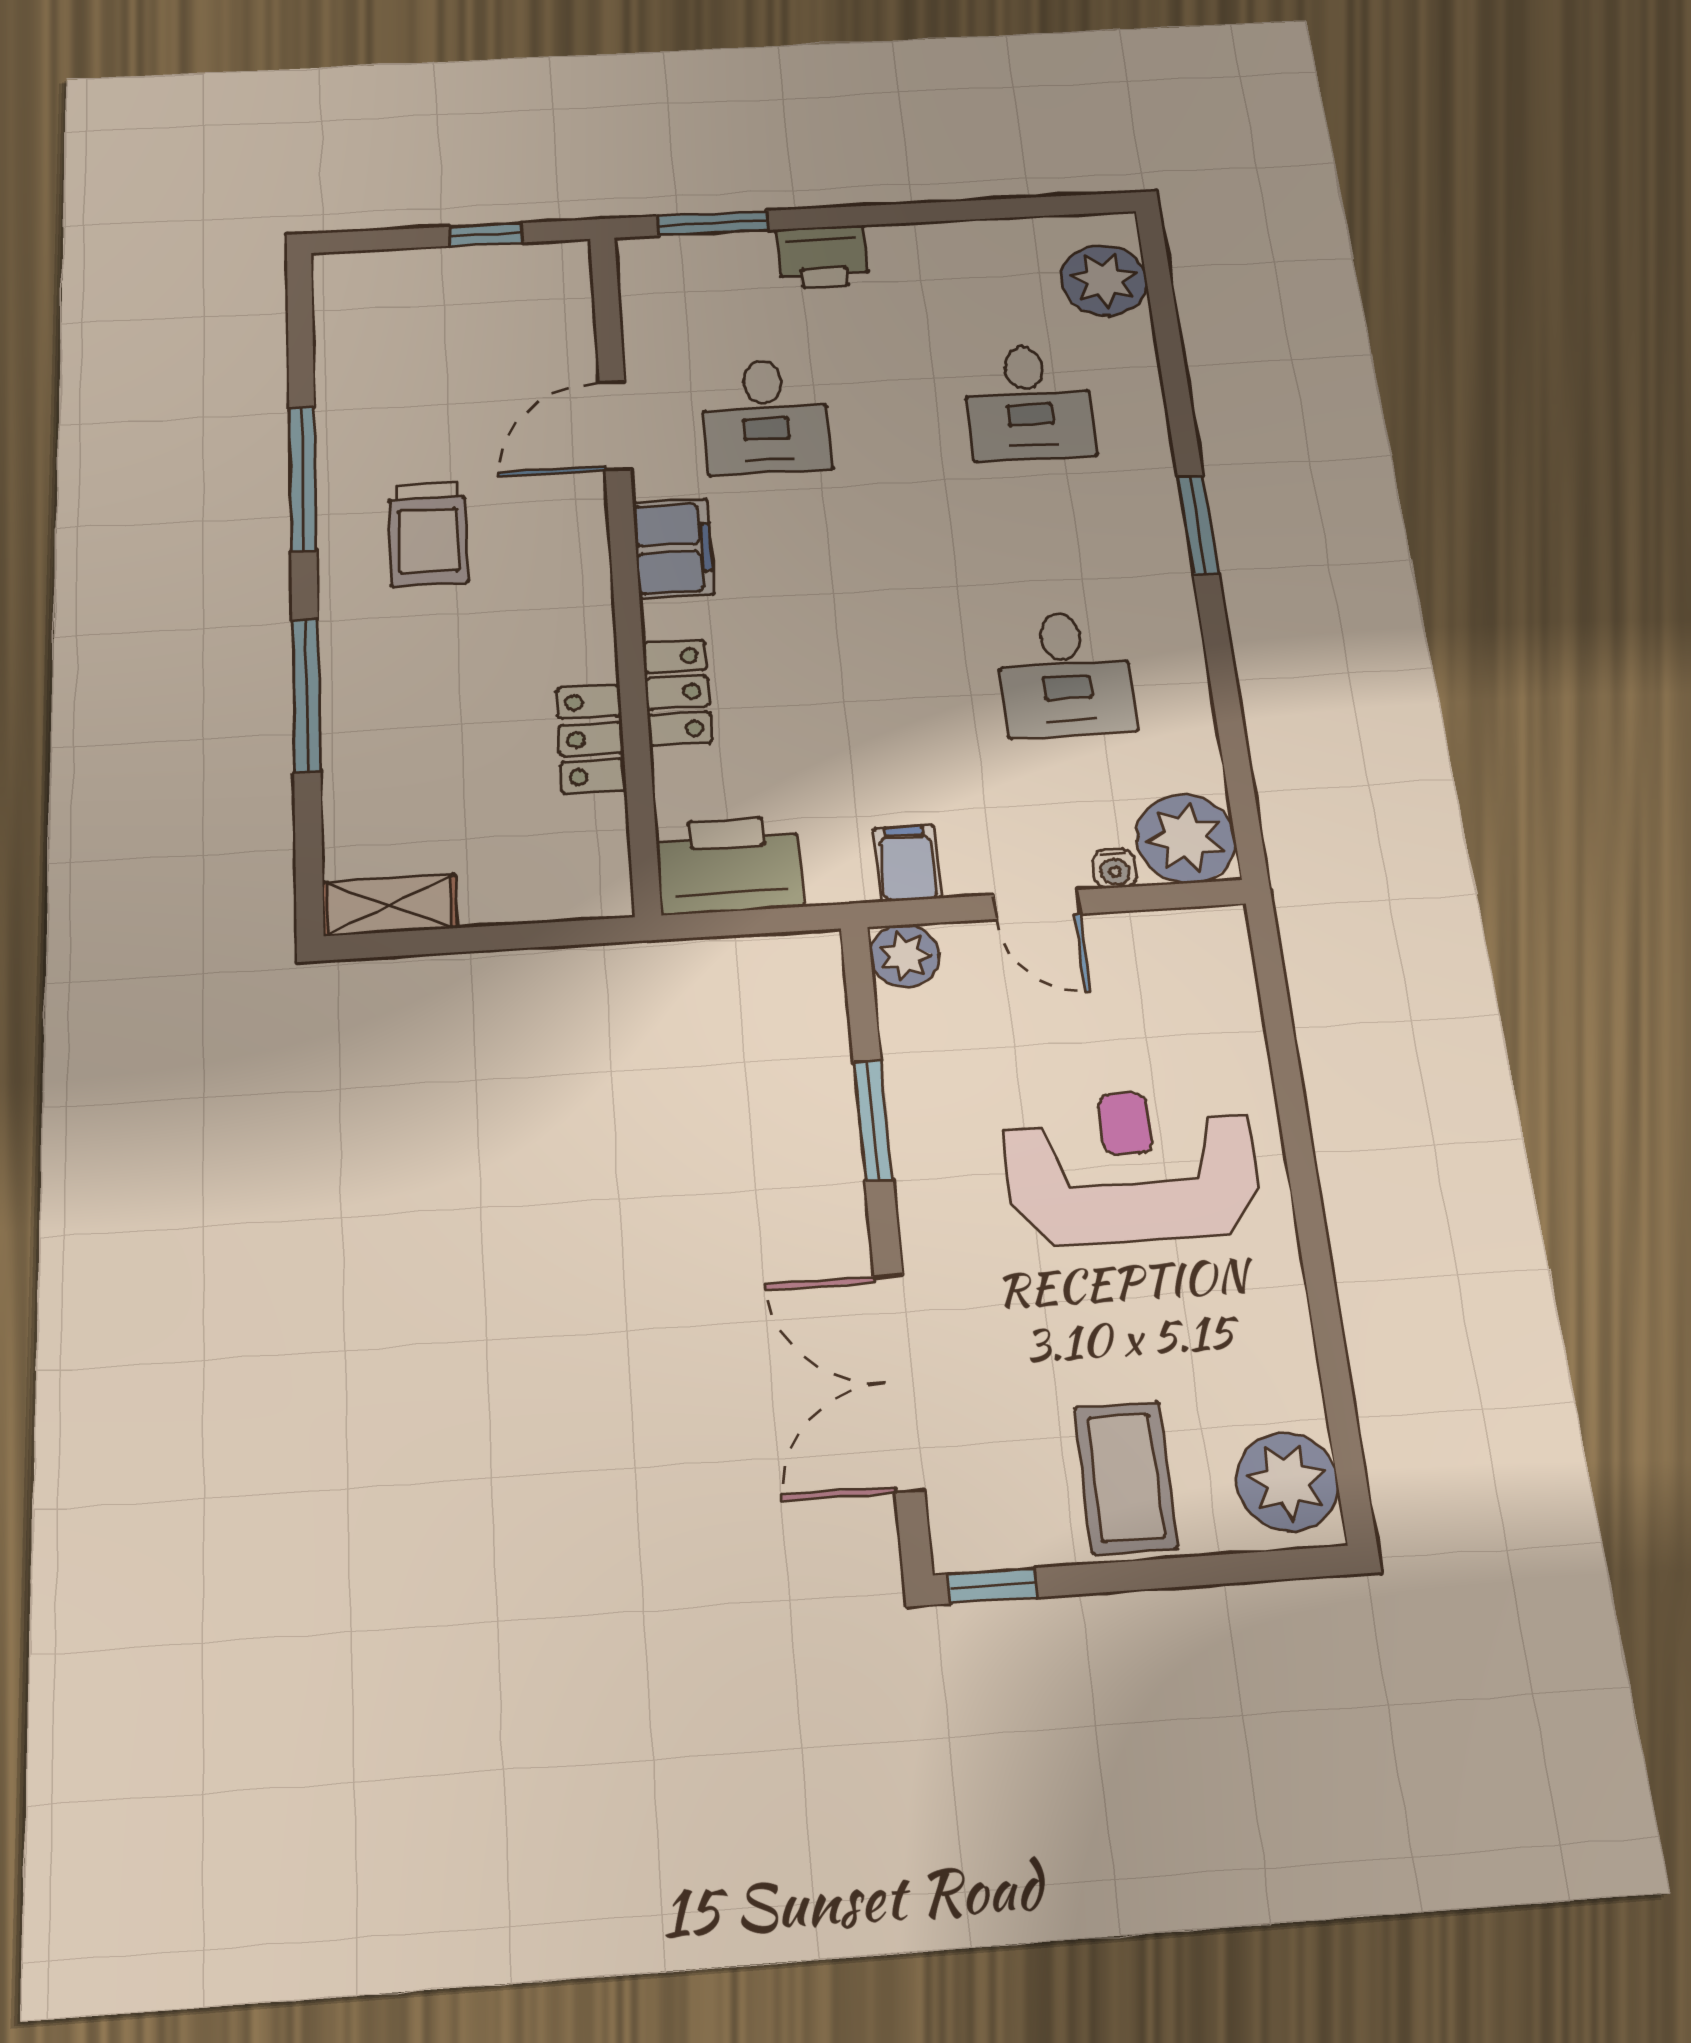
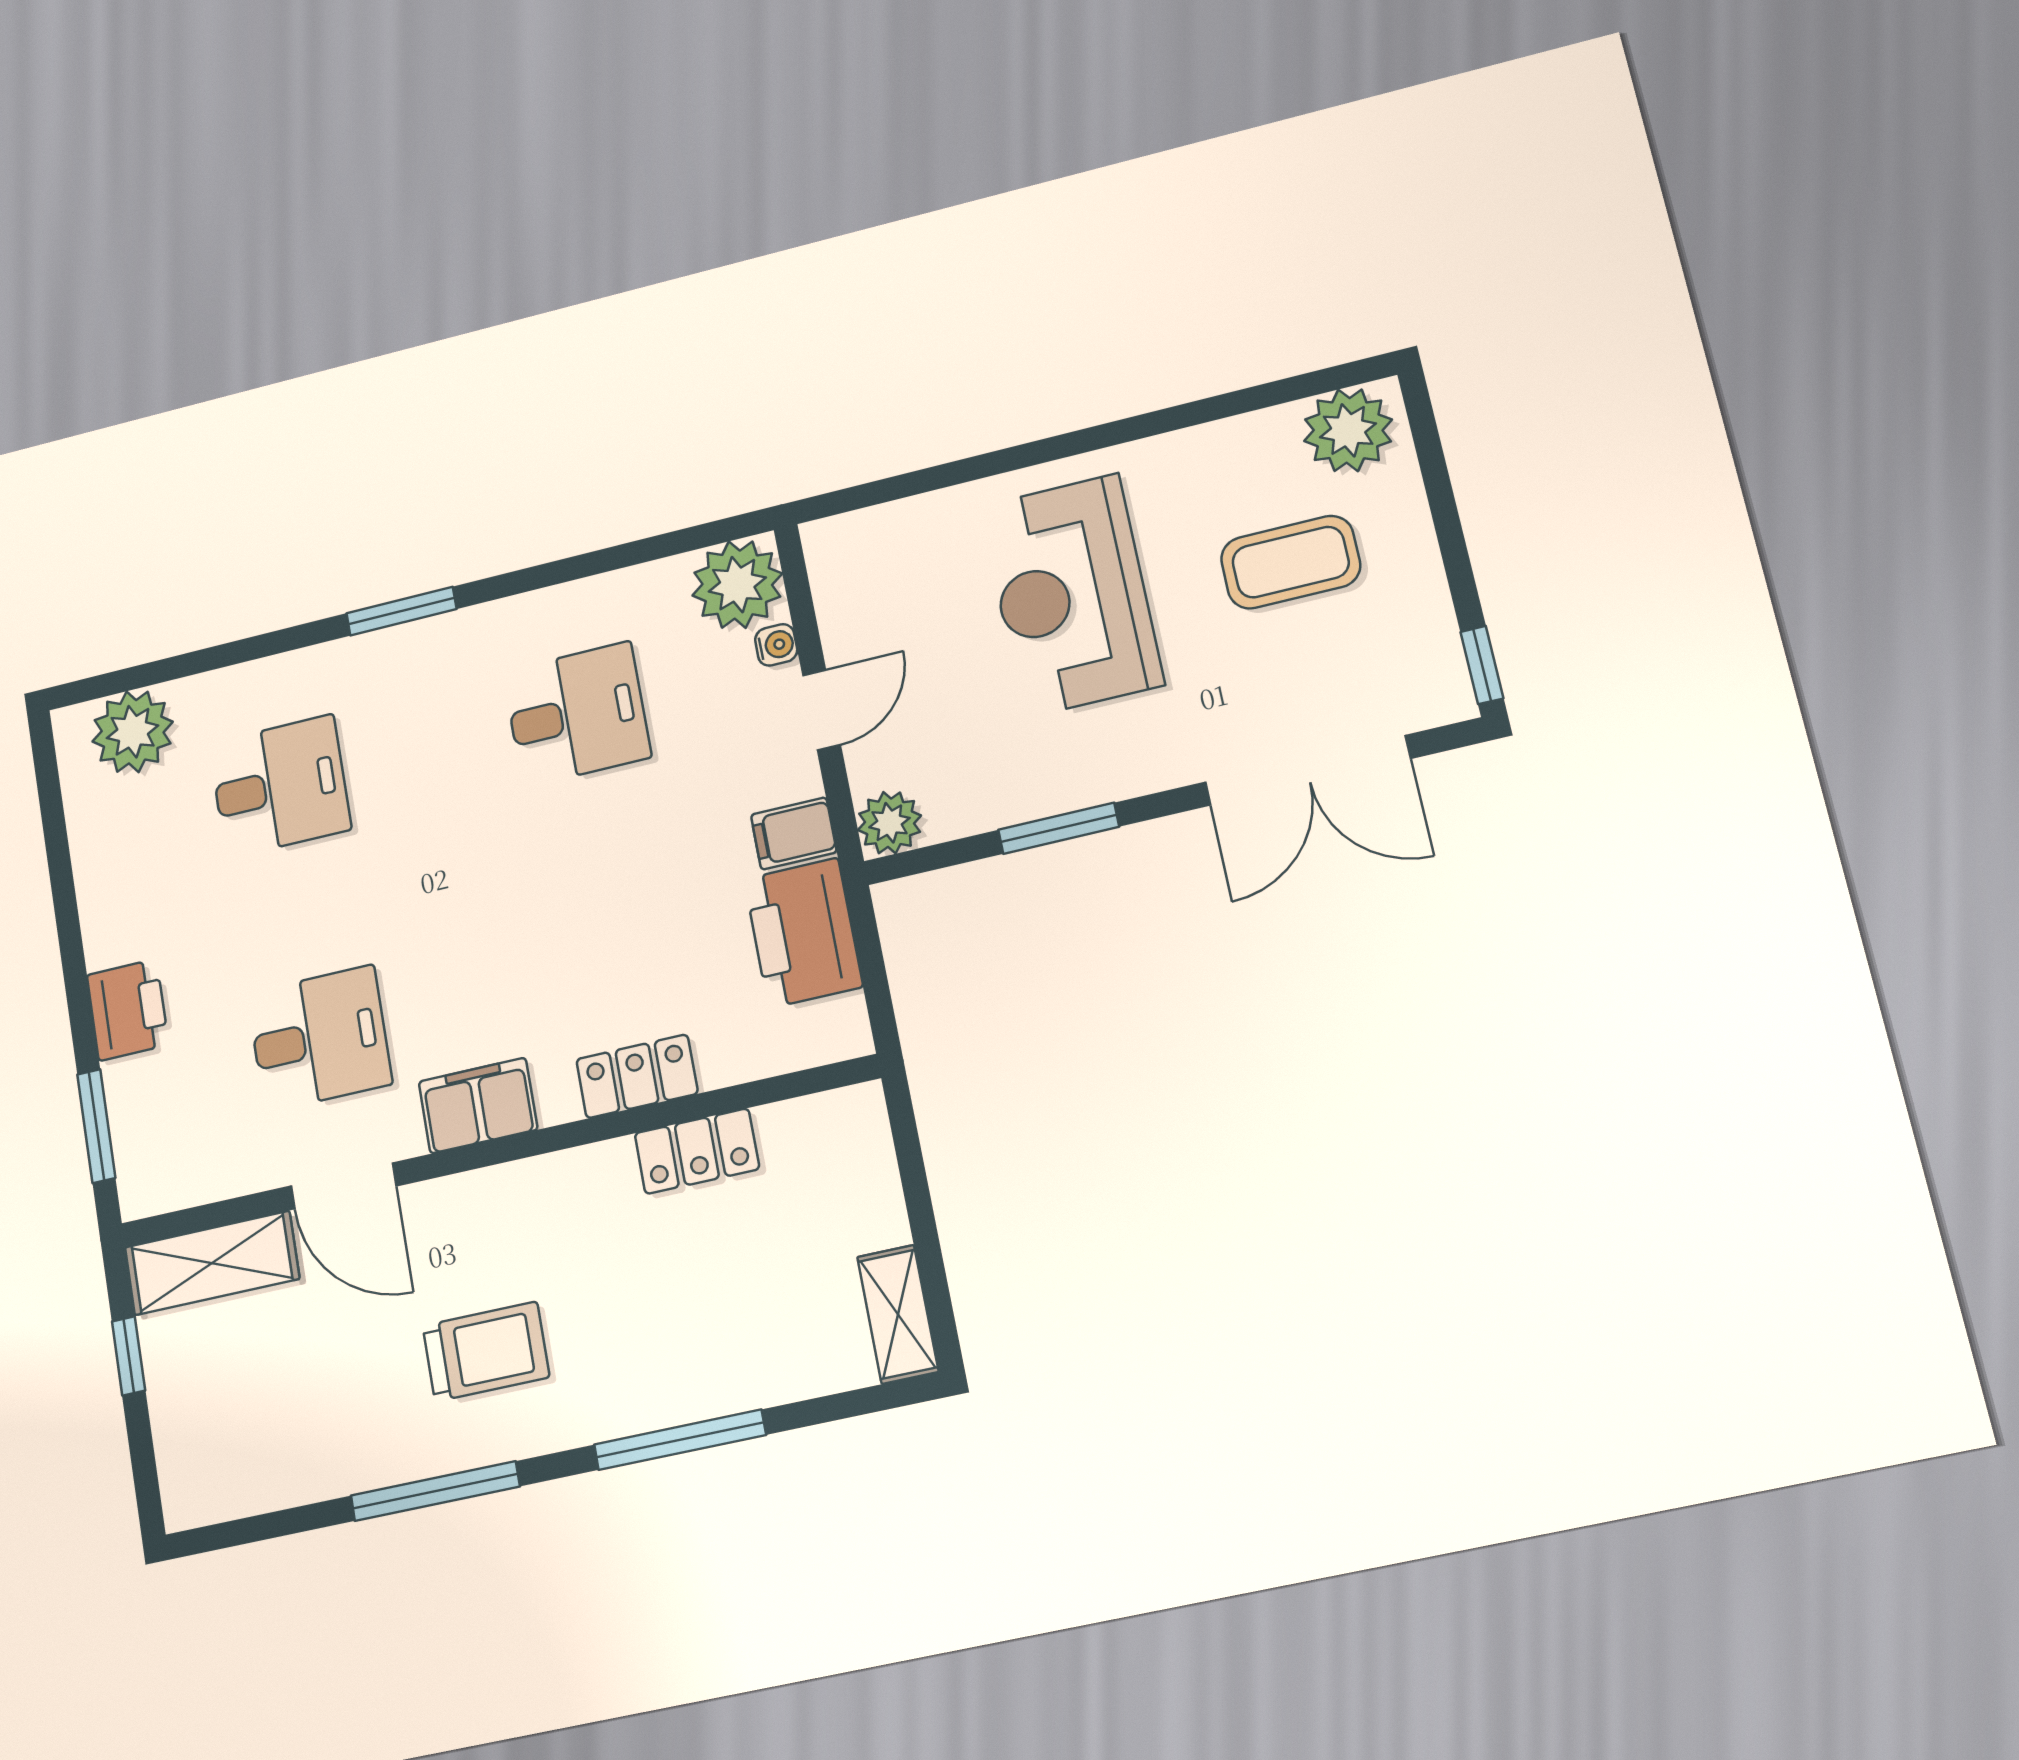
shelving: (561, 309) -> (212, 1263), added
printer: (729, 865) -> (803, 933), moved
coffee table: (1126, 1478) -> (1291, 562), moved

